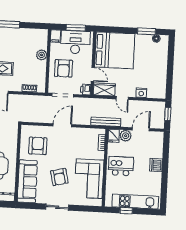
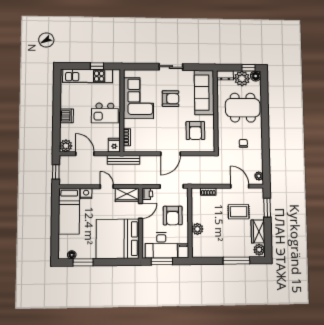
armchair: (64, 68) -> (173, 216), turned 180
door: (93, 74) -> (140, 211), swing flipped
bed: (157, 78) -> (69, 211), added
door: (141, 129) -> (85, 154), swing flipped
plant: (126, 136) -> (66, 146), moved
armchair: (59, 177) -> (171, 99), turned 103

